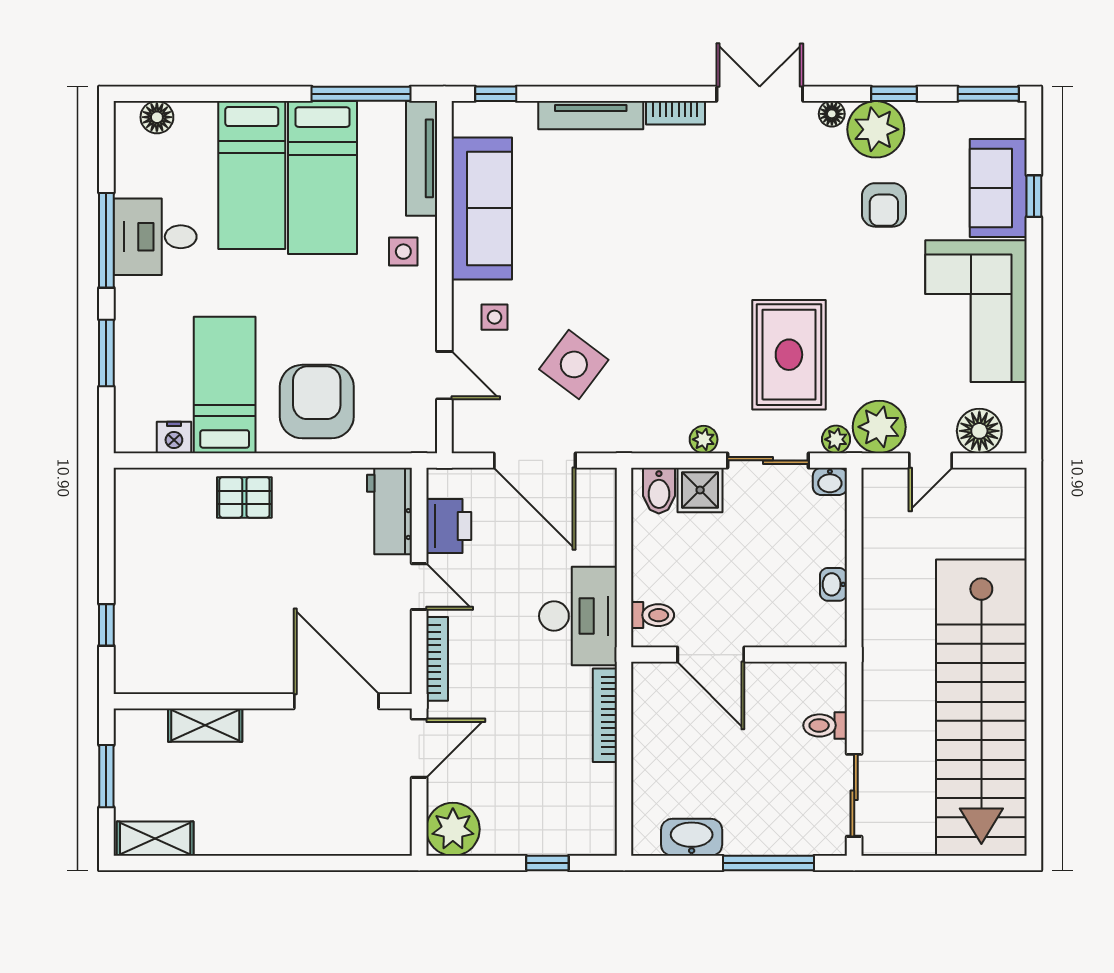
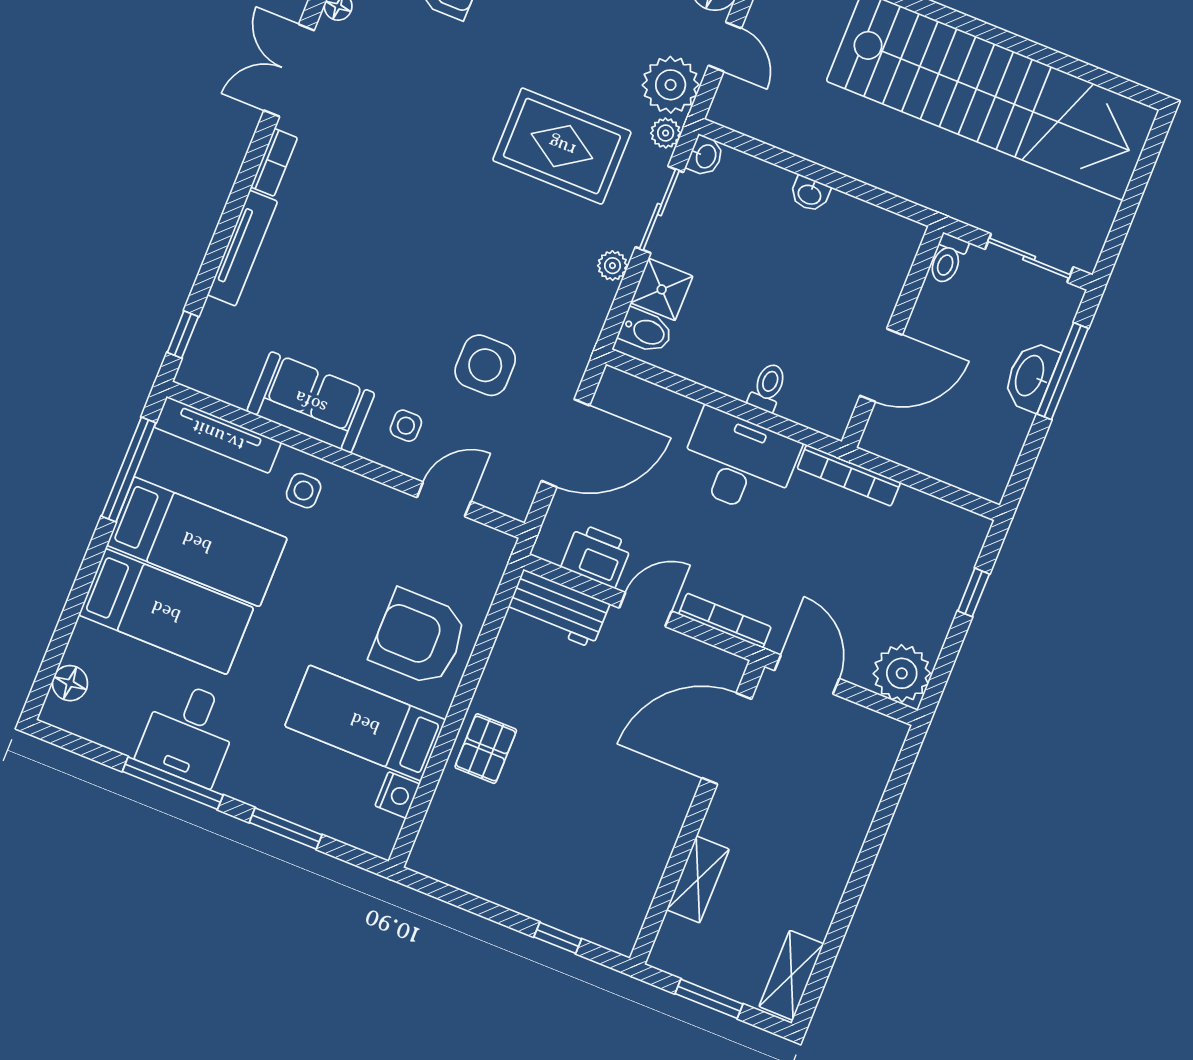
sofa: (482, 208) -> (311, 402), width x0.73
side table: (574, 364) -> (485, 365), turned -37
door: (711, 655) -> (881, 365), moved
wall: (739, 655) -> (892, 337), moved
washbasin: (692, 837) -> (1031, 376), moved

